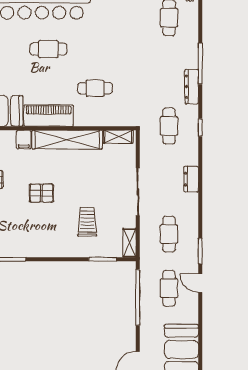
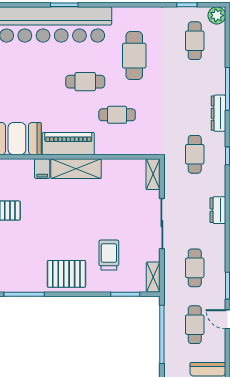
cafe table: (111, 32) -> (134, 56), added
cafe table: (48, 49) -> (85, 82), moved
shelving: (118, 137) -> (153, 174), moved, turned 90
shelving: (67, 140) -> (76, 169), width x0.68
pallet: (41, 193) -> (66, 274), moved, width x1.50, depth x1.42

